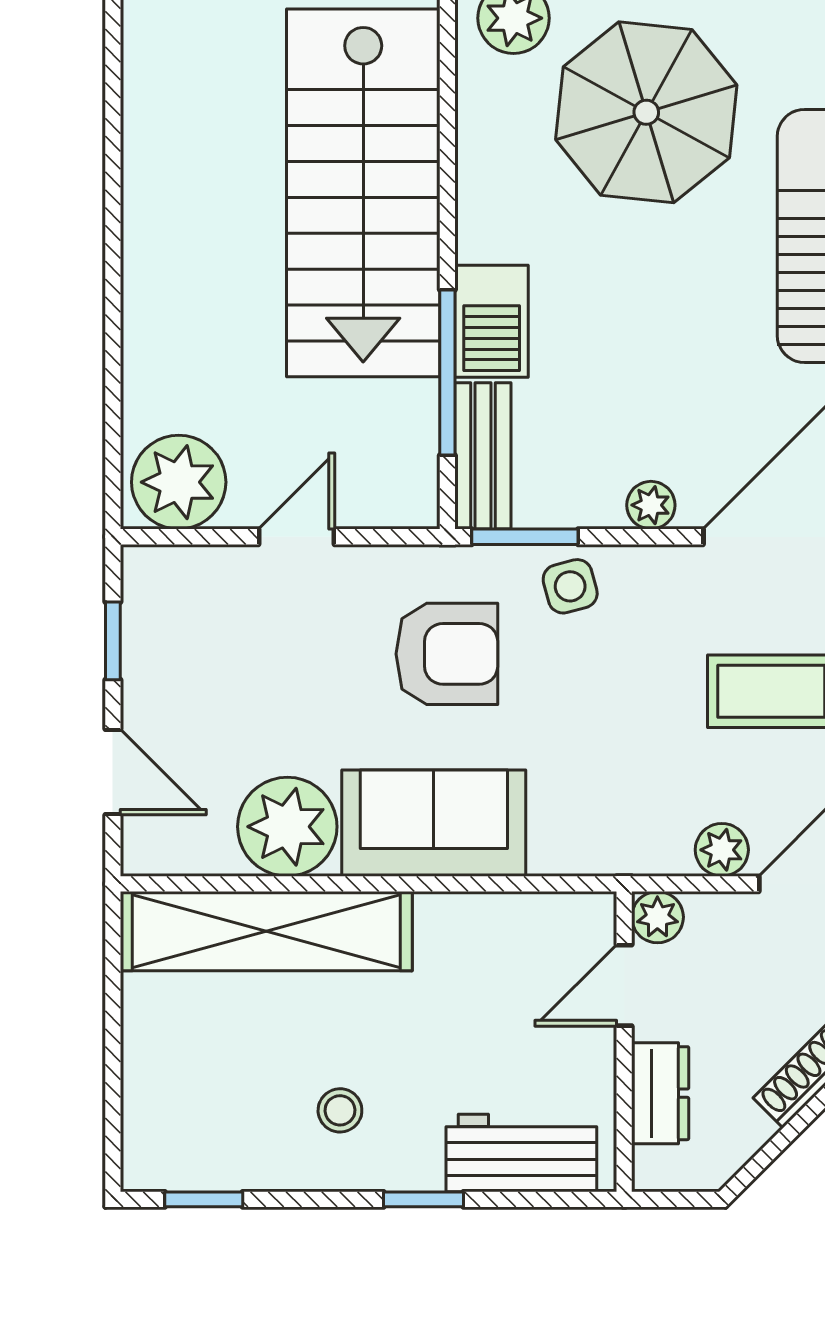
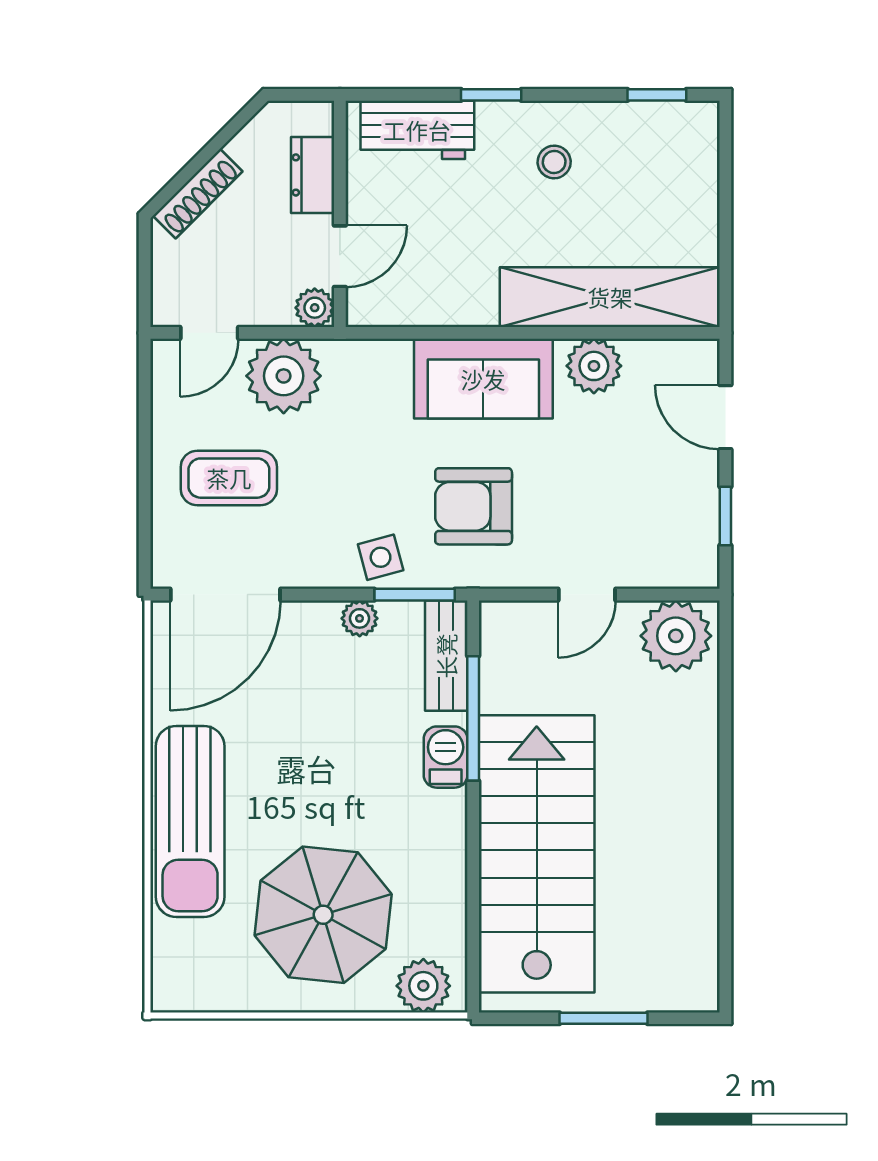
barbecue: (492, 321) -> (446, 757), width x0.73, depth x0.79
plant: (651, 505) -> (360, 618), moved
plant: (287, 827) -> (594, 366), width x0.73, depth x0.73
plant: (722, 850) -> (284, 376), width x1.88, depth x1.88

